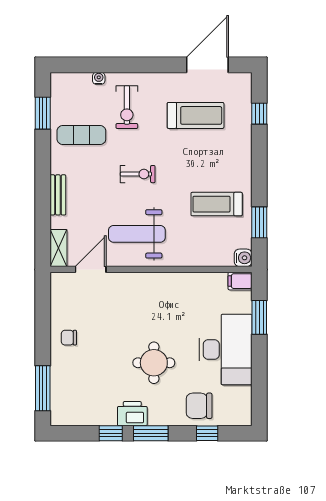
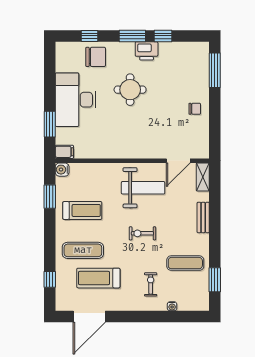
exercise bike: (127, 107) -> (151, 284), width x0.73, depth x0.72
exercise mat: (216, 152) -> (83, 250), added

